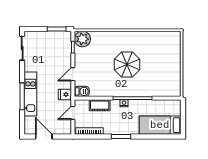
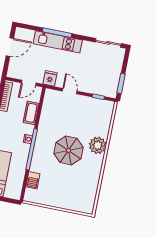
plant: (82, 39) -> (98, 145), moved
barbecue: (82, 91) -> (33, 180), moved
door: (73, 113) -> (29, 83), swing flipped

